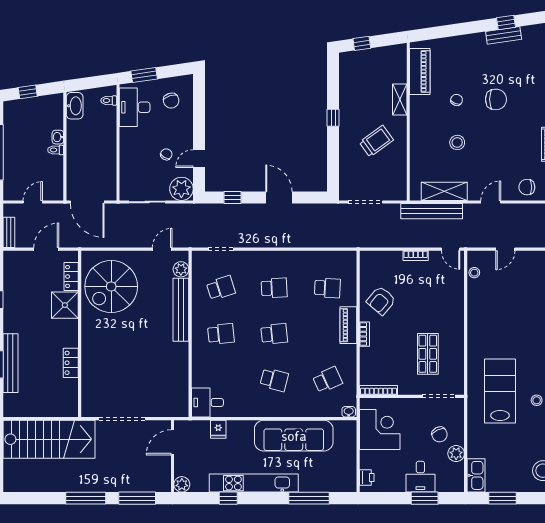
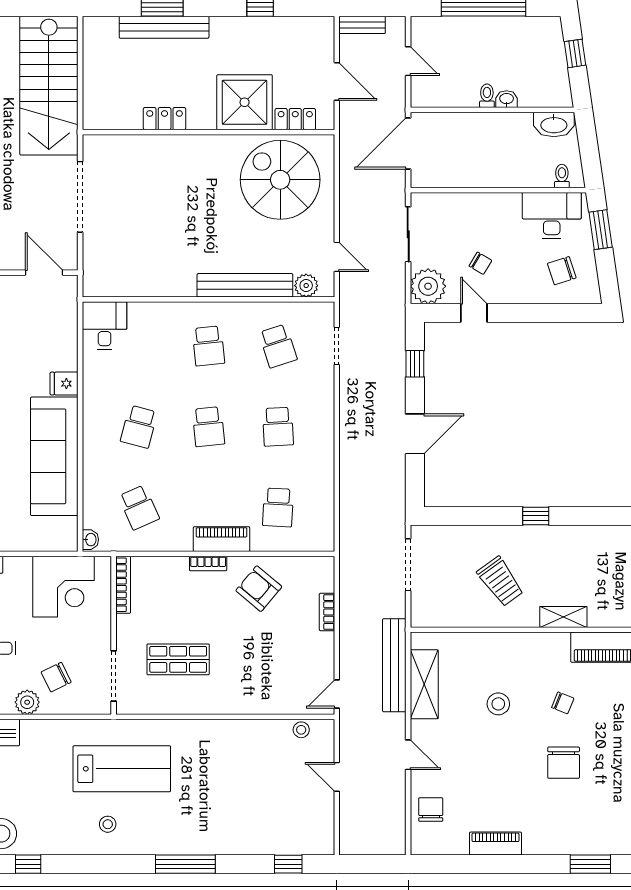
bookcase: (416, 256) -> (327, 612), moved
shower: (65, 305) -> (245, 102), width x1.37, depth x1.37
fridge: (218, 429) -> (64, 384), moved

